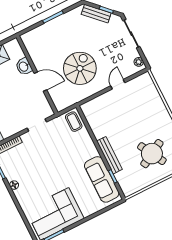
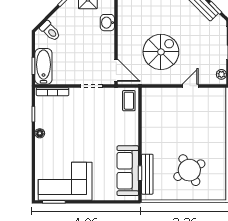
door: (40, 82) -> (116, 70), moved
bench: (109, 155) -> (147, 174), moved

